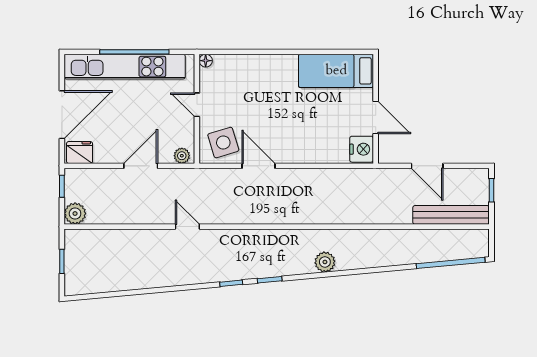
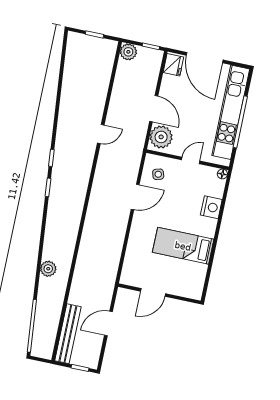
bed: (336, 71) -> (183, 246), moved, turned -90
side table: (223, 143) -> (158, 174), width x0.54, depth x0.54
nightstand: (362, 149) -> (211, 207), moved, turned -90
plant: (182, 156) -> (161, 137), width x1.87, depth x1.87
plant: (325, 262) -> (48, 269), moved

